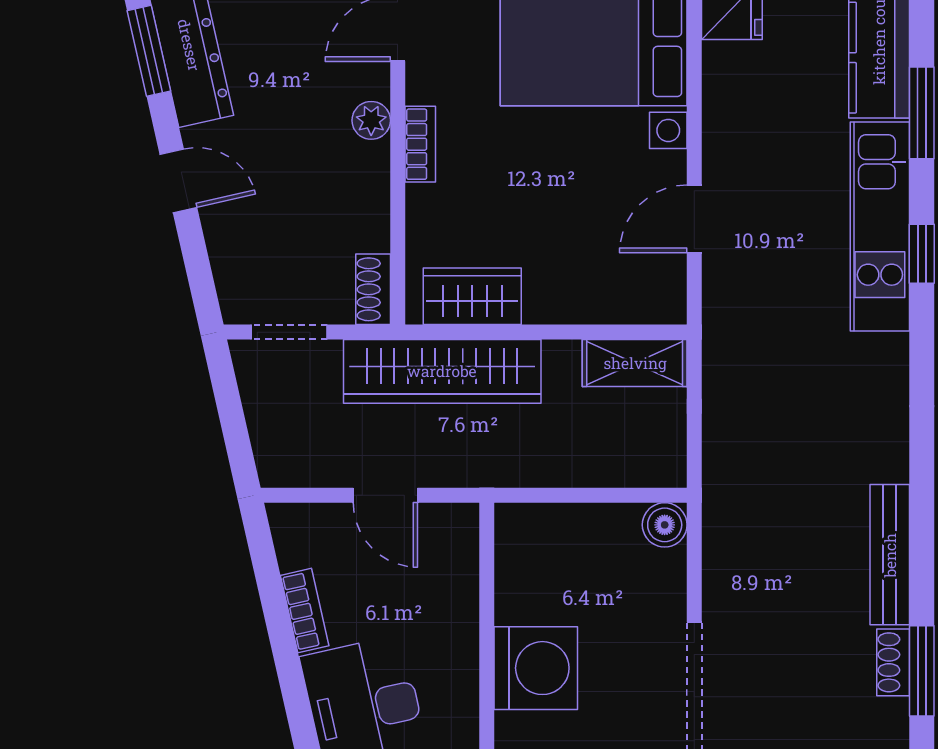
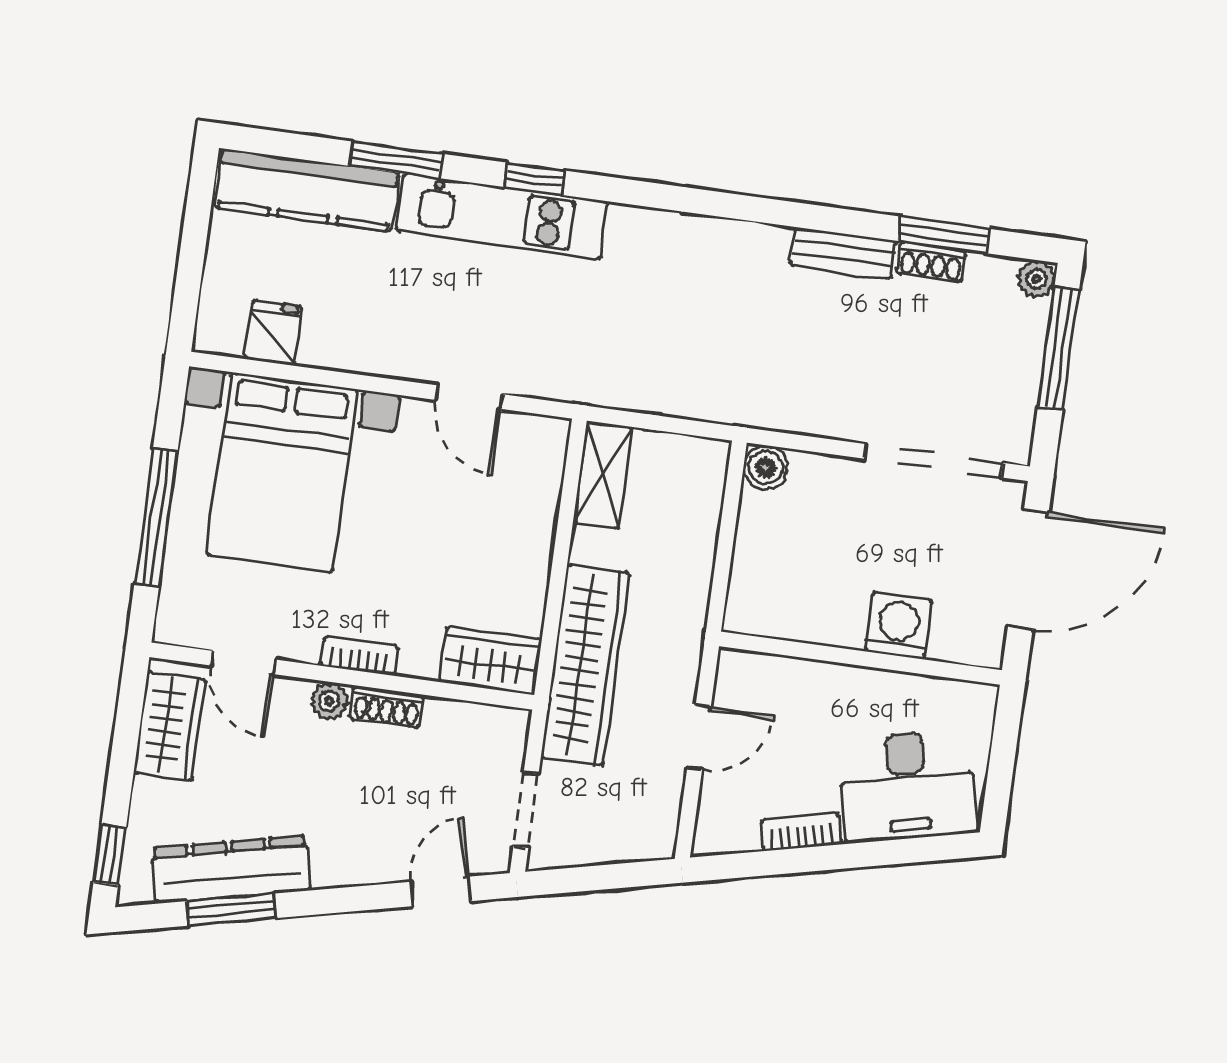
door: (178, 181) -> (441, 891), moved
shoe rack: (373, 289) -> (387, 707), moved
wardrobe: (472, 296) -> (490, 661), moved, turned 90
bench: (890, 555) -> (843, 253), width x0.73
washing machine: (536, 668) -> (898, 626), width x0.73, depth x0.73

